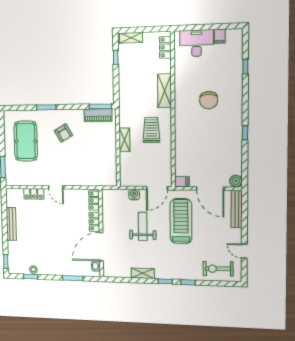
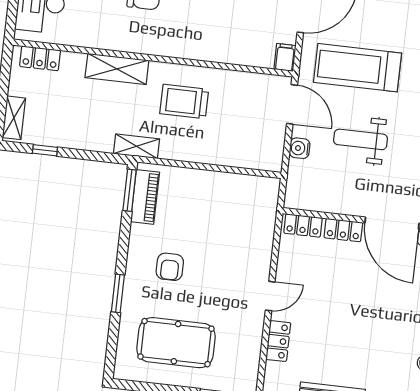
armchair: (64, 133) -> (170, 267), turned 120
shelving: (124, 140) -> (136, 146), moved

